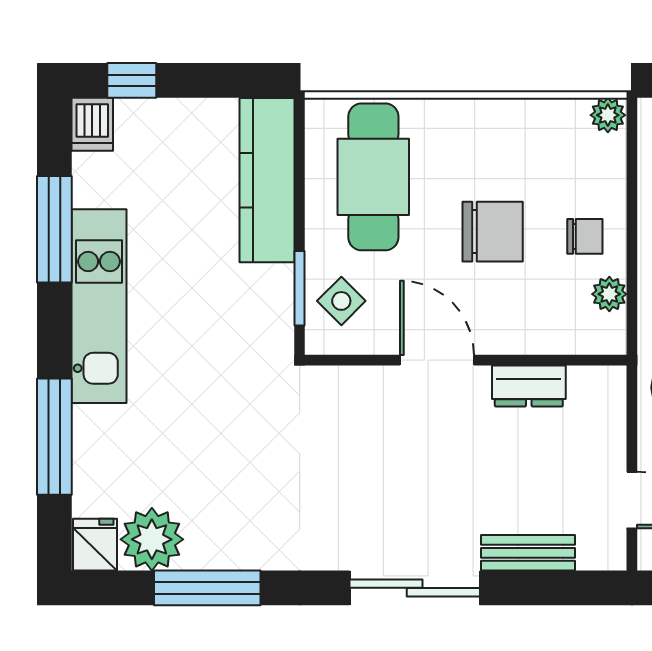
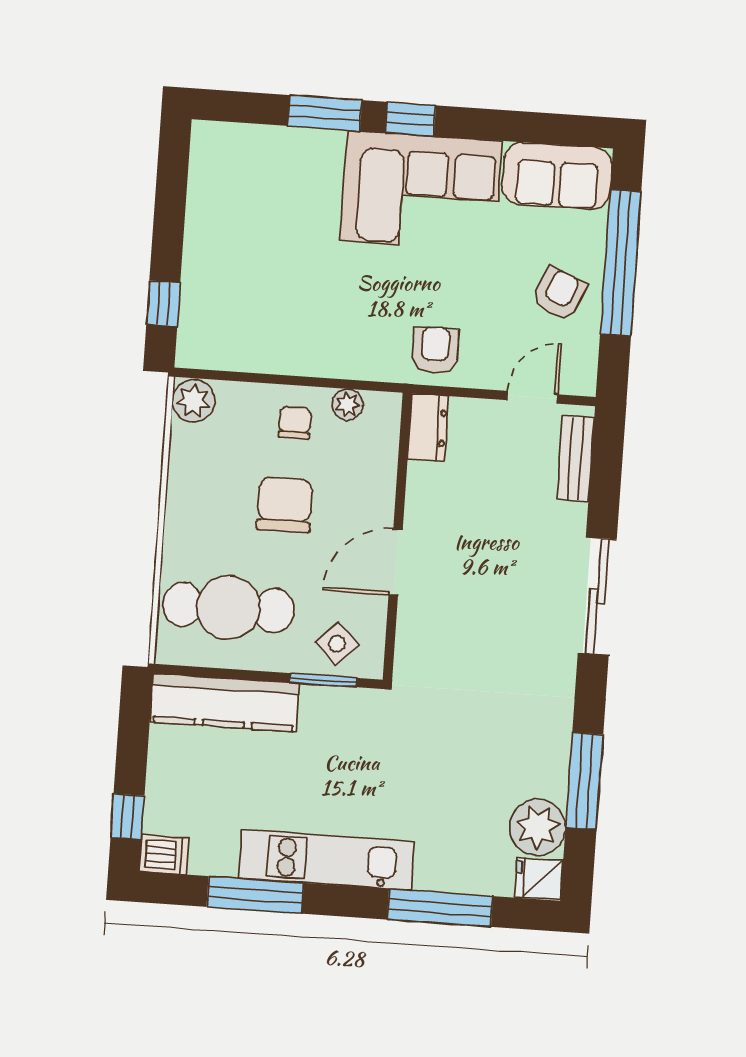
plant: (608, 115) -> (193, 401), width x1.38, depth x1.38
dresser: (529, 386) -> (428, 427), moved
bench: (528, 553) -> (575, 458), moved

